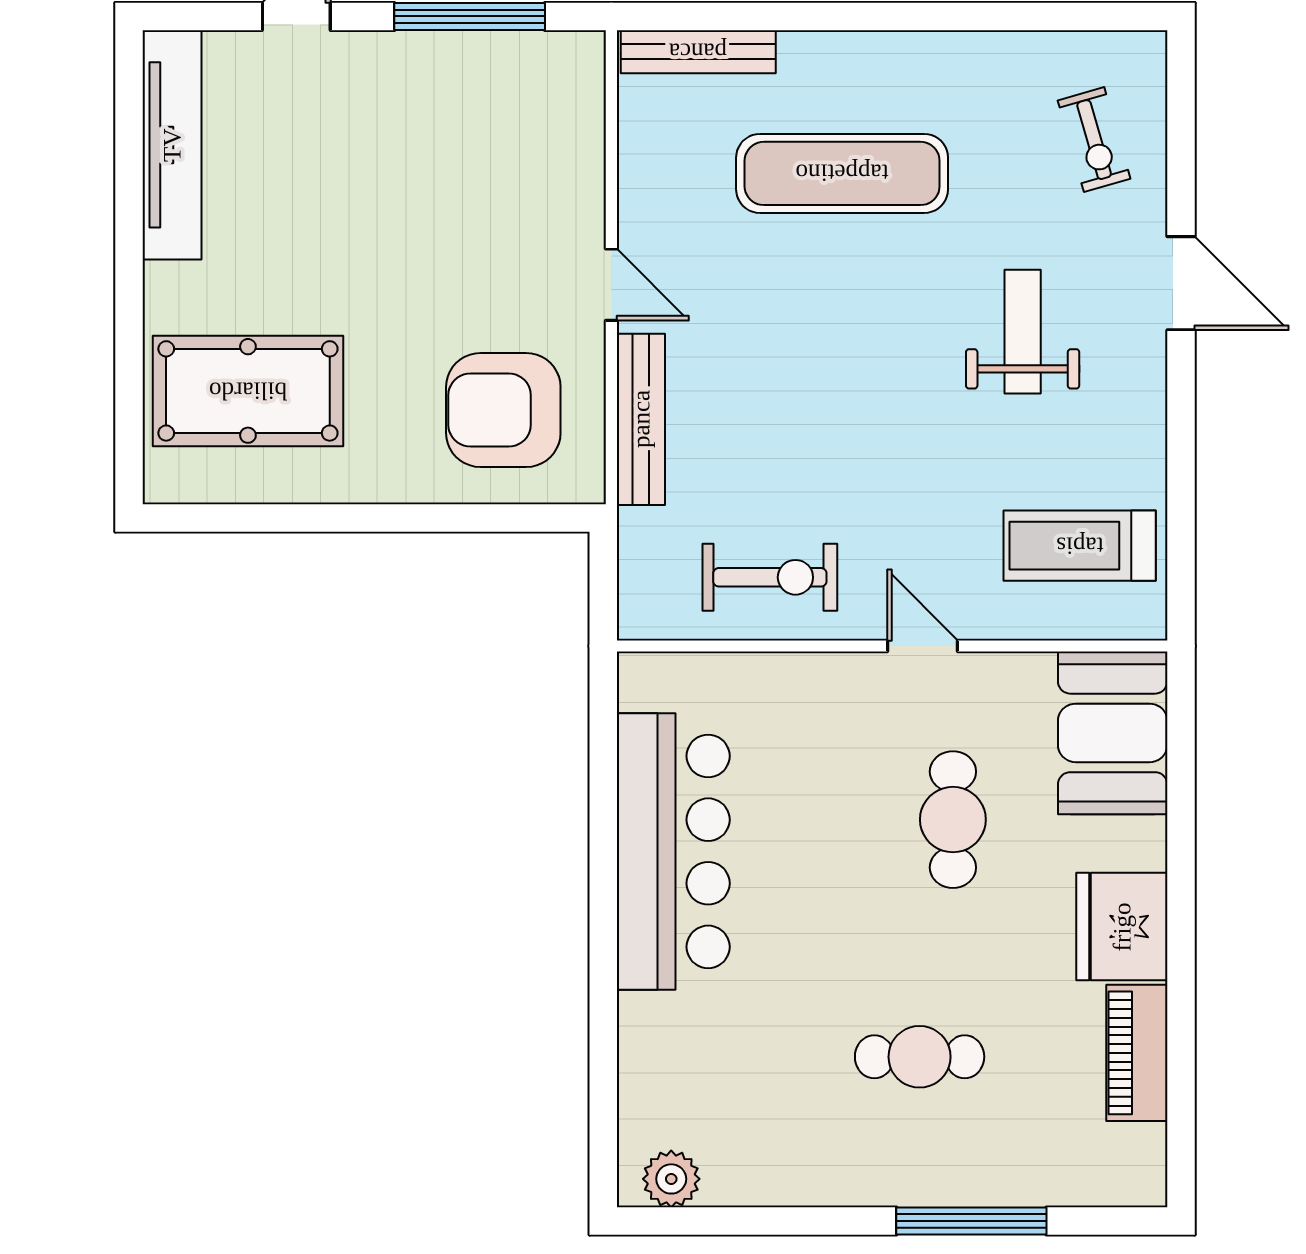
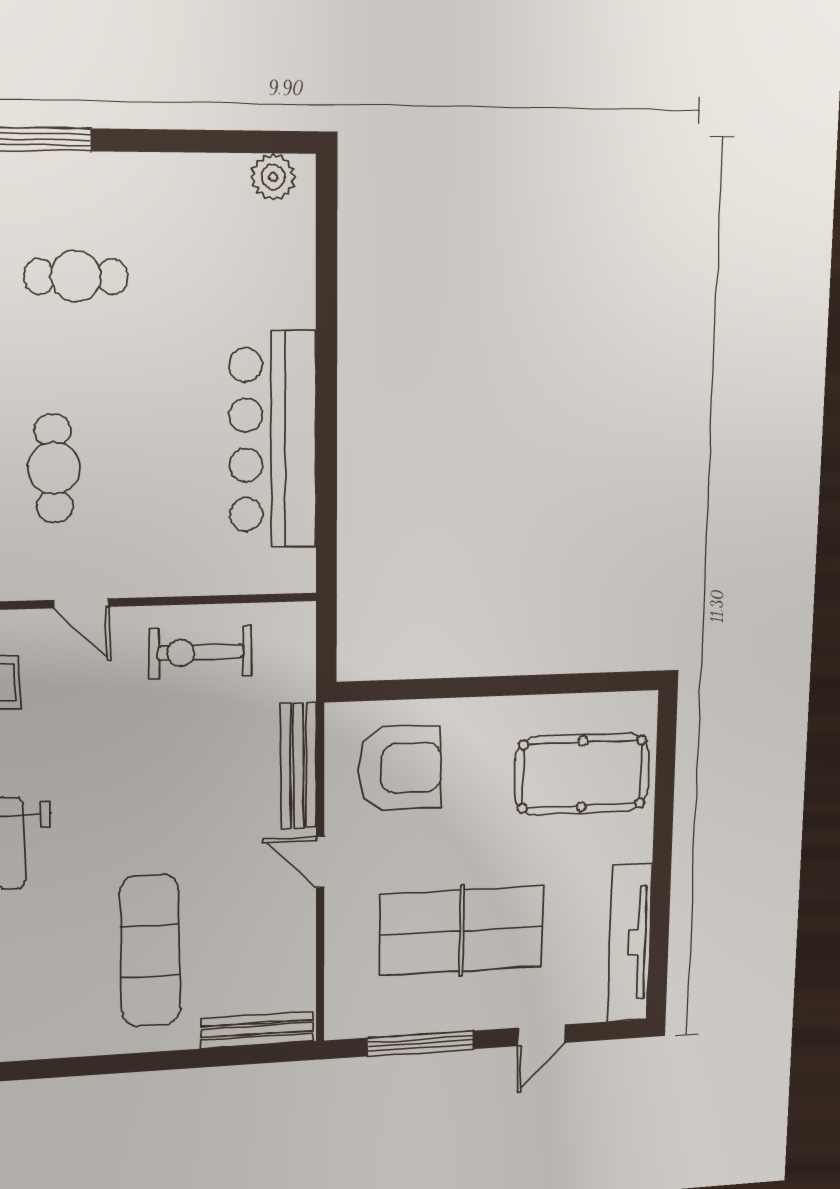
exercise mat: (842, 173) -> (150, 951), turned 90
table tennis table: (414, 177) -> (462, 931), added

